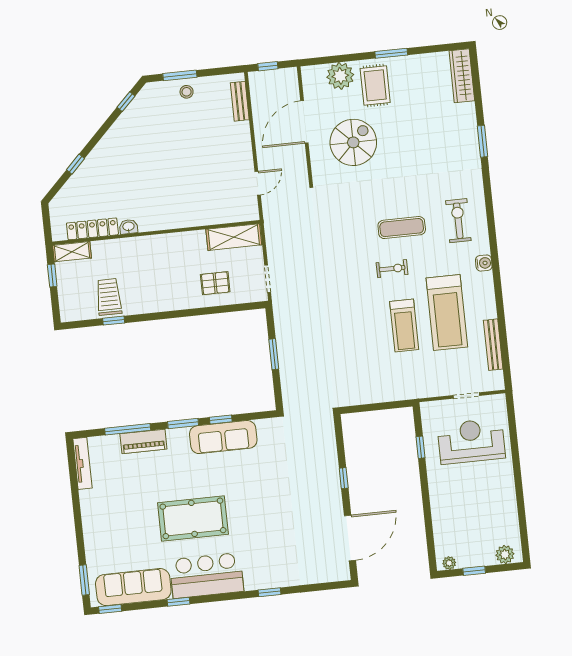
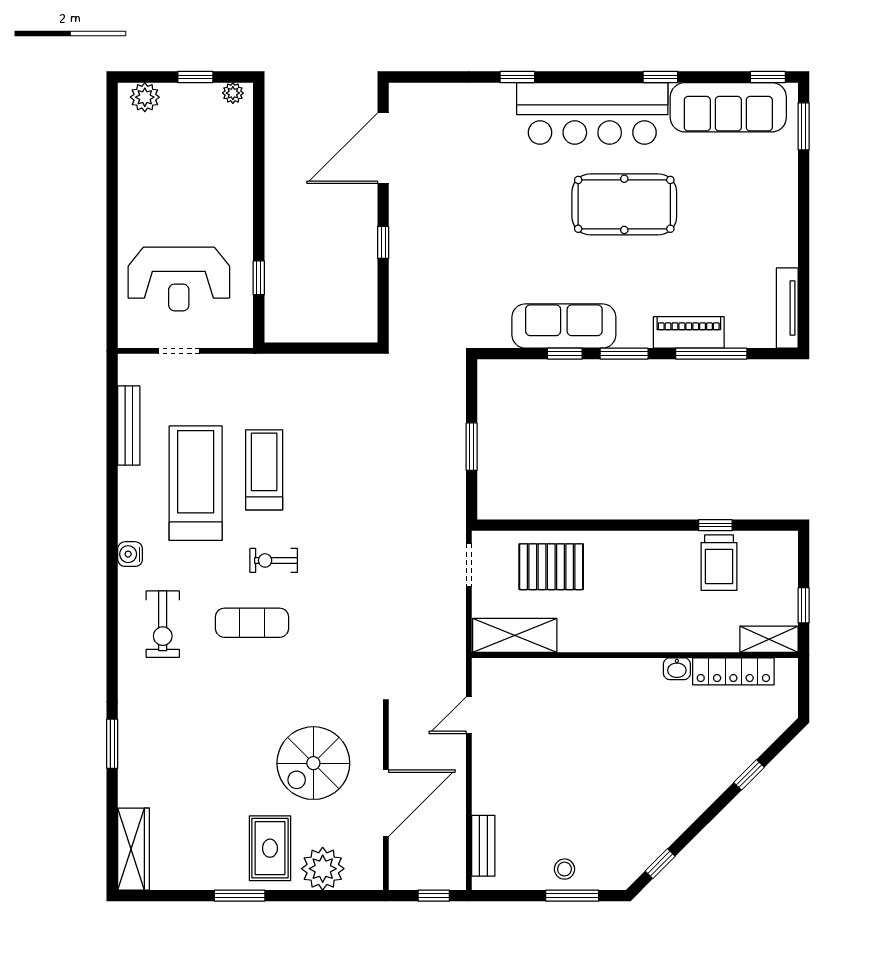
pallet: (215, 283) -> (551, 567), width x1.50, depth x1.42
bar counter: (207, 575) -> (592, 113), width x1.36

